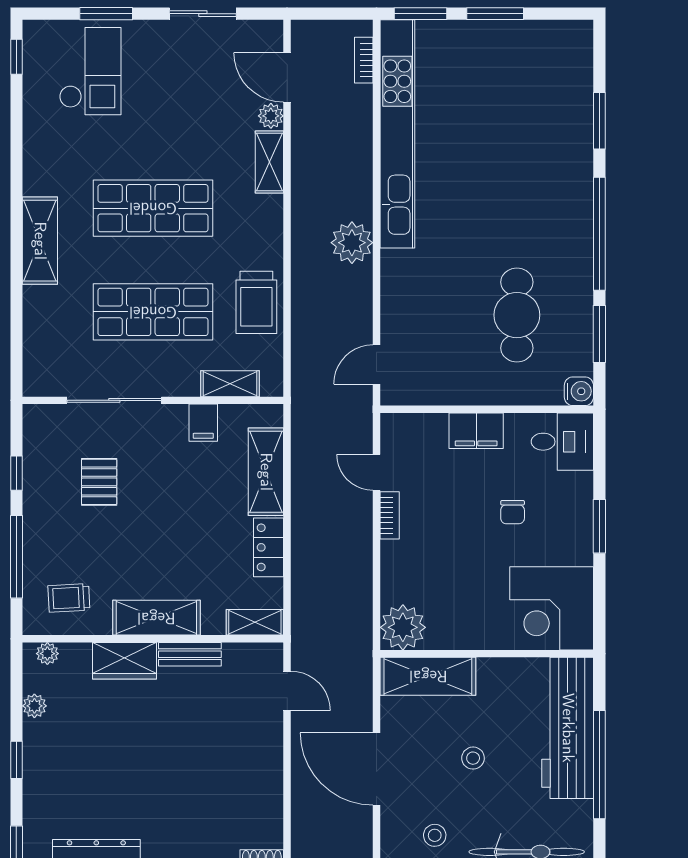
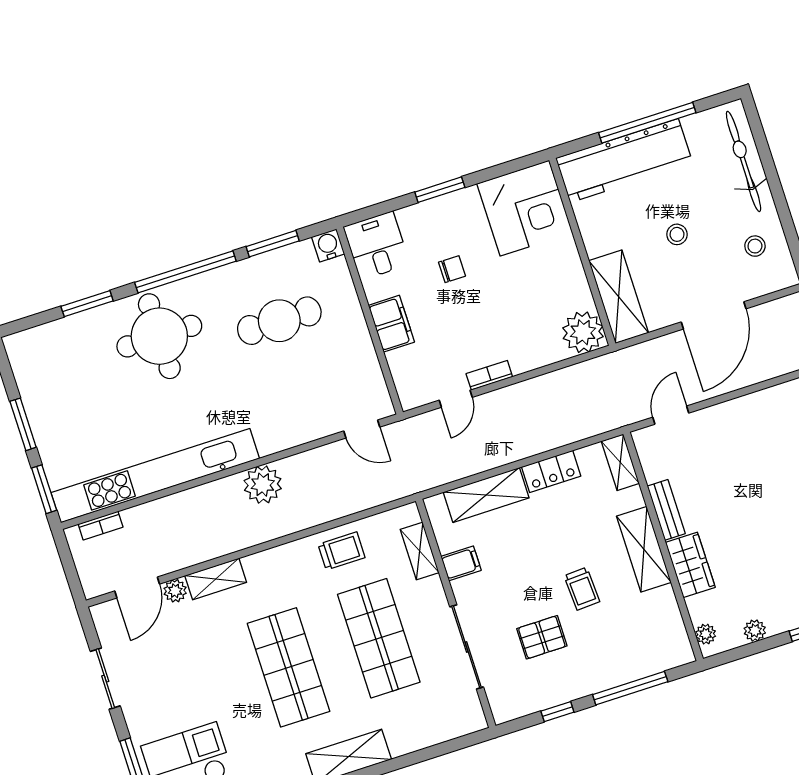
round table: (541, 185) -> (159, 336), added
trolley: (256, 302) -> (341, 551), width x0.73, depth x0.72
trolley: (69, 598) -> (582, 589), moved

